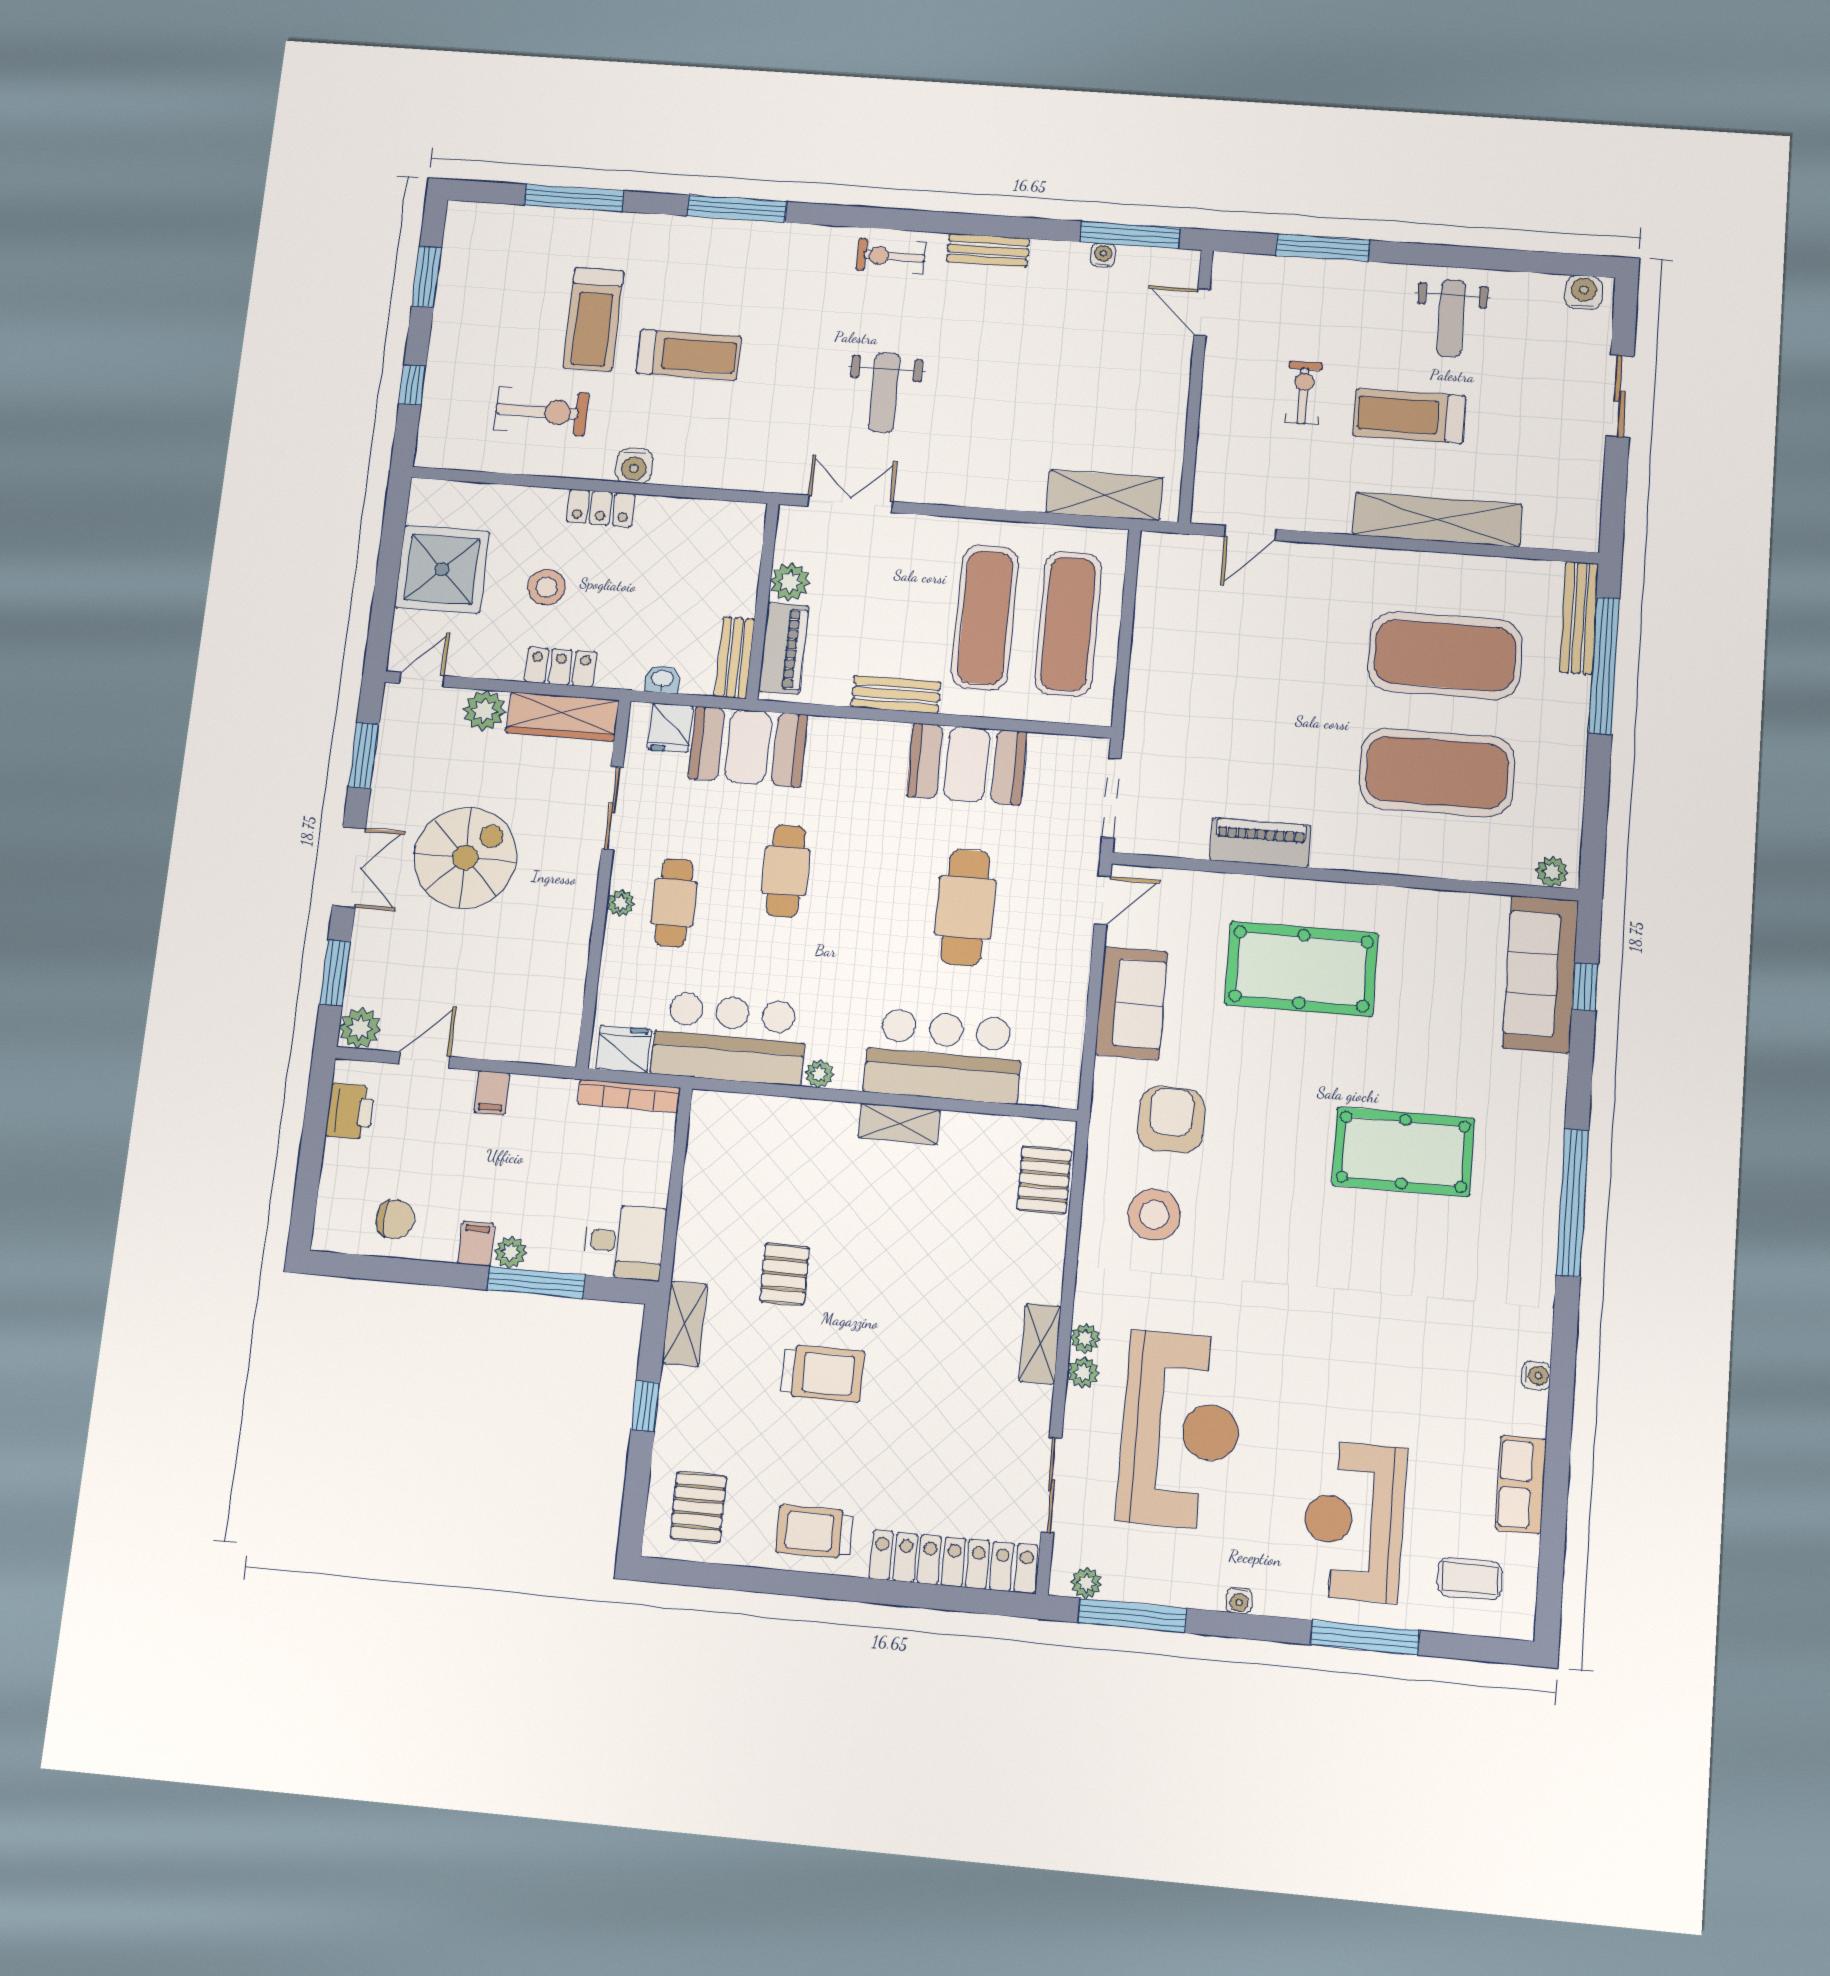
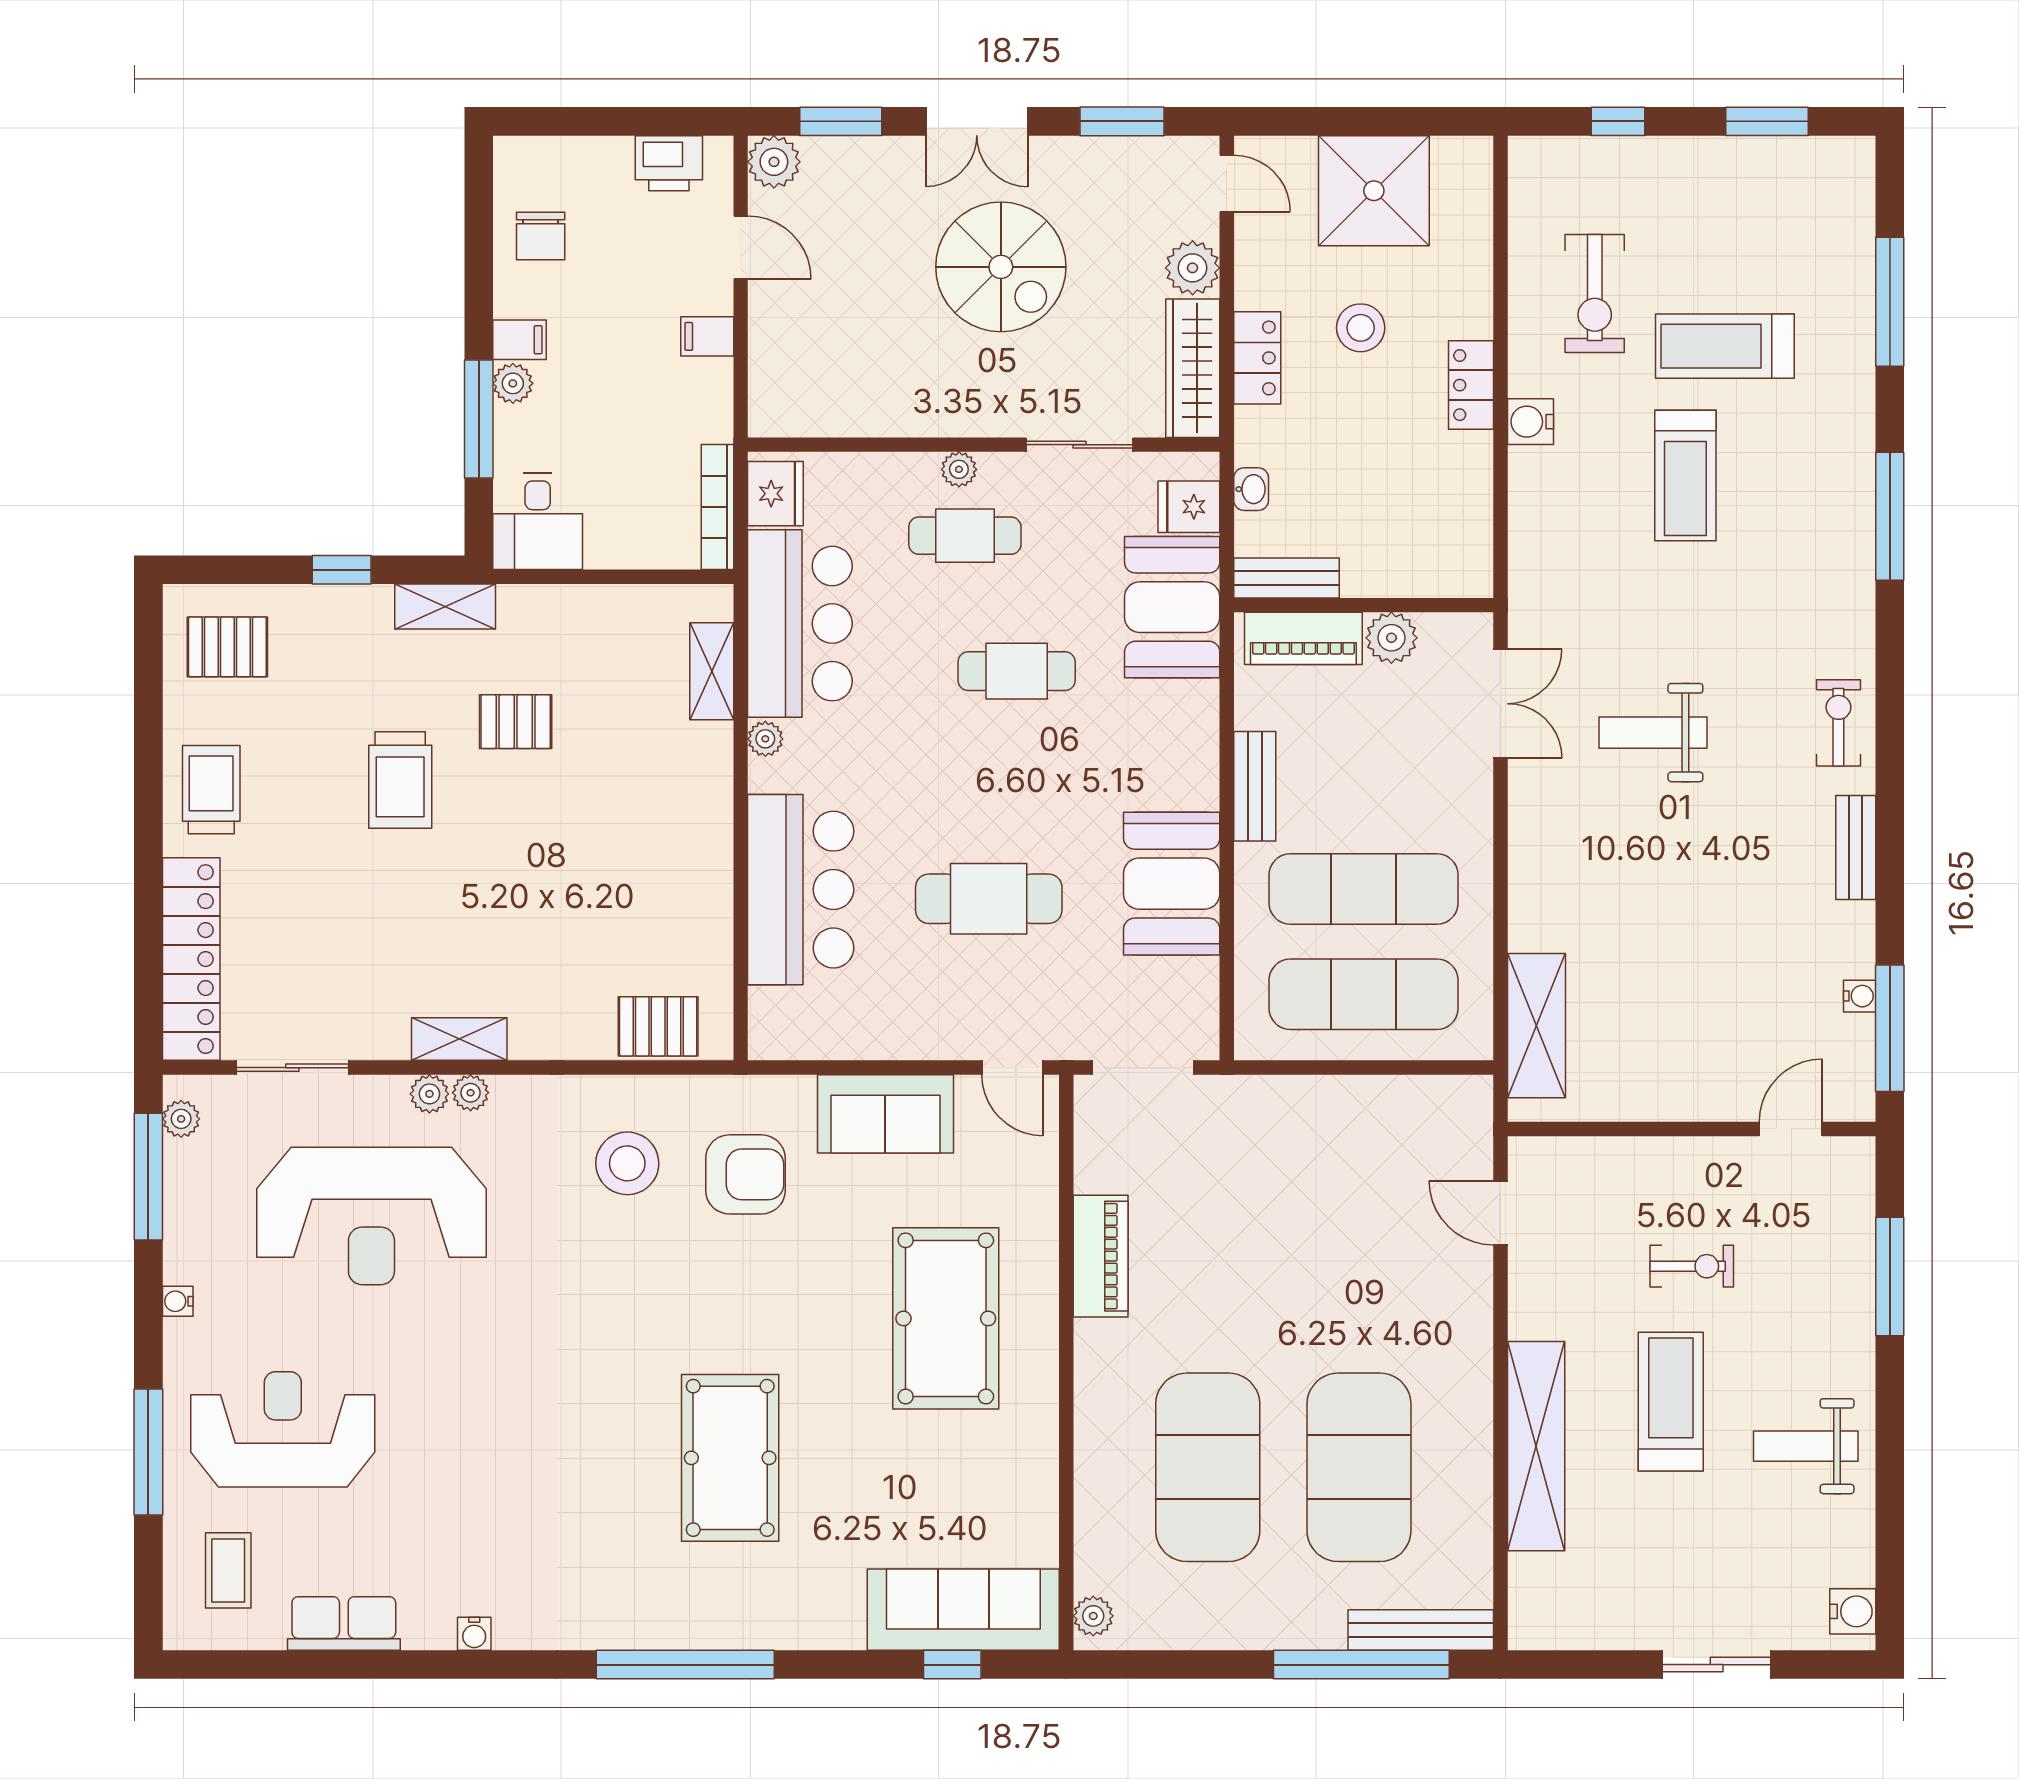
shelving: (899, 1124) -> (712, 671), moved

